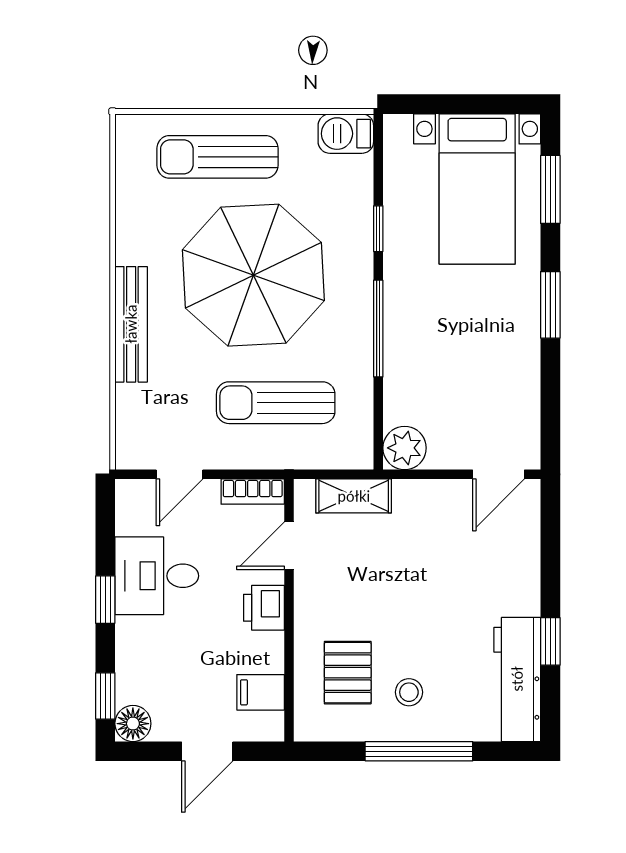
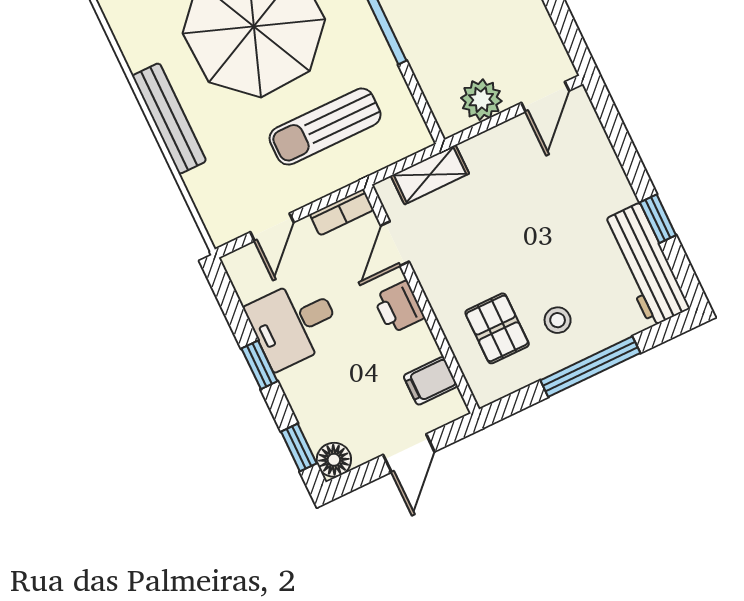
plant: (405, 448) -> (481, 100), moved

